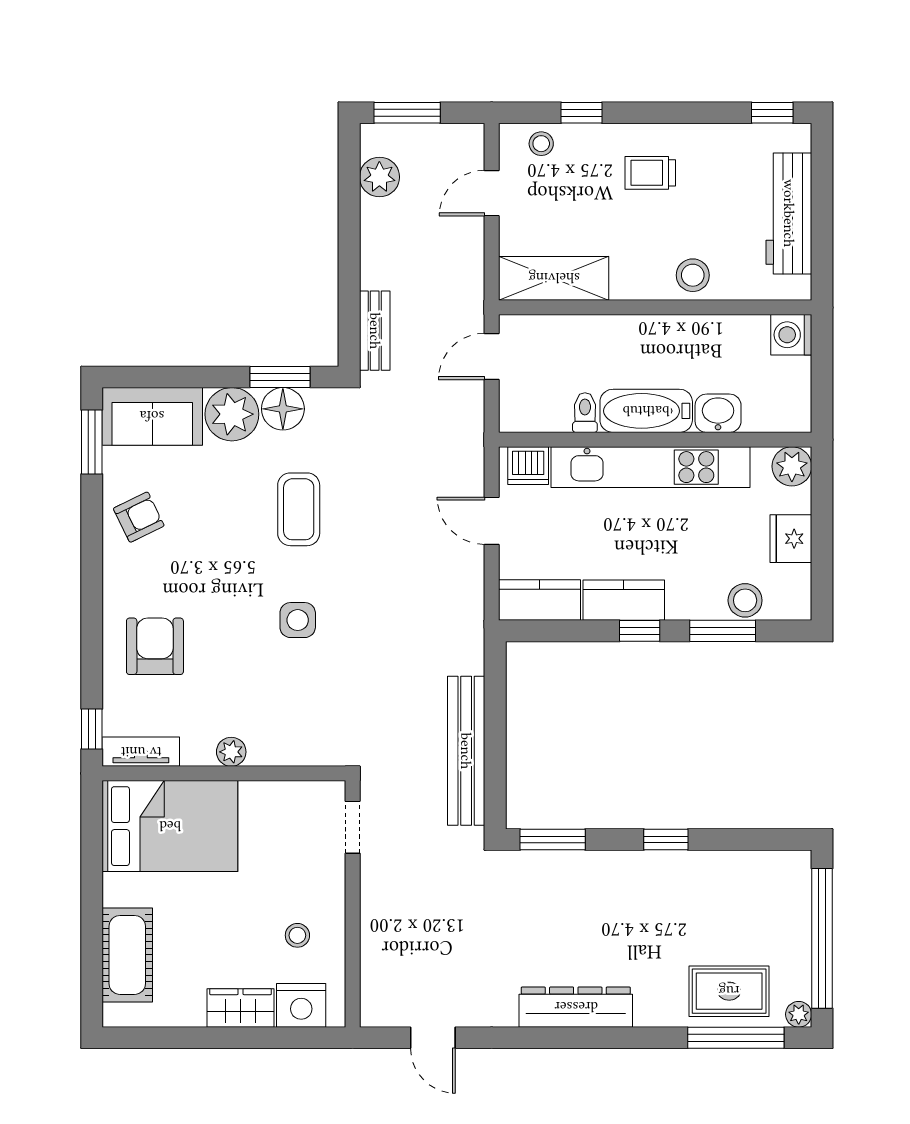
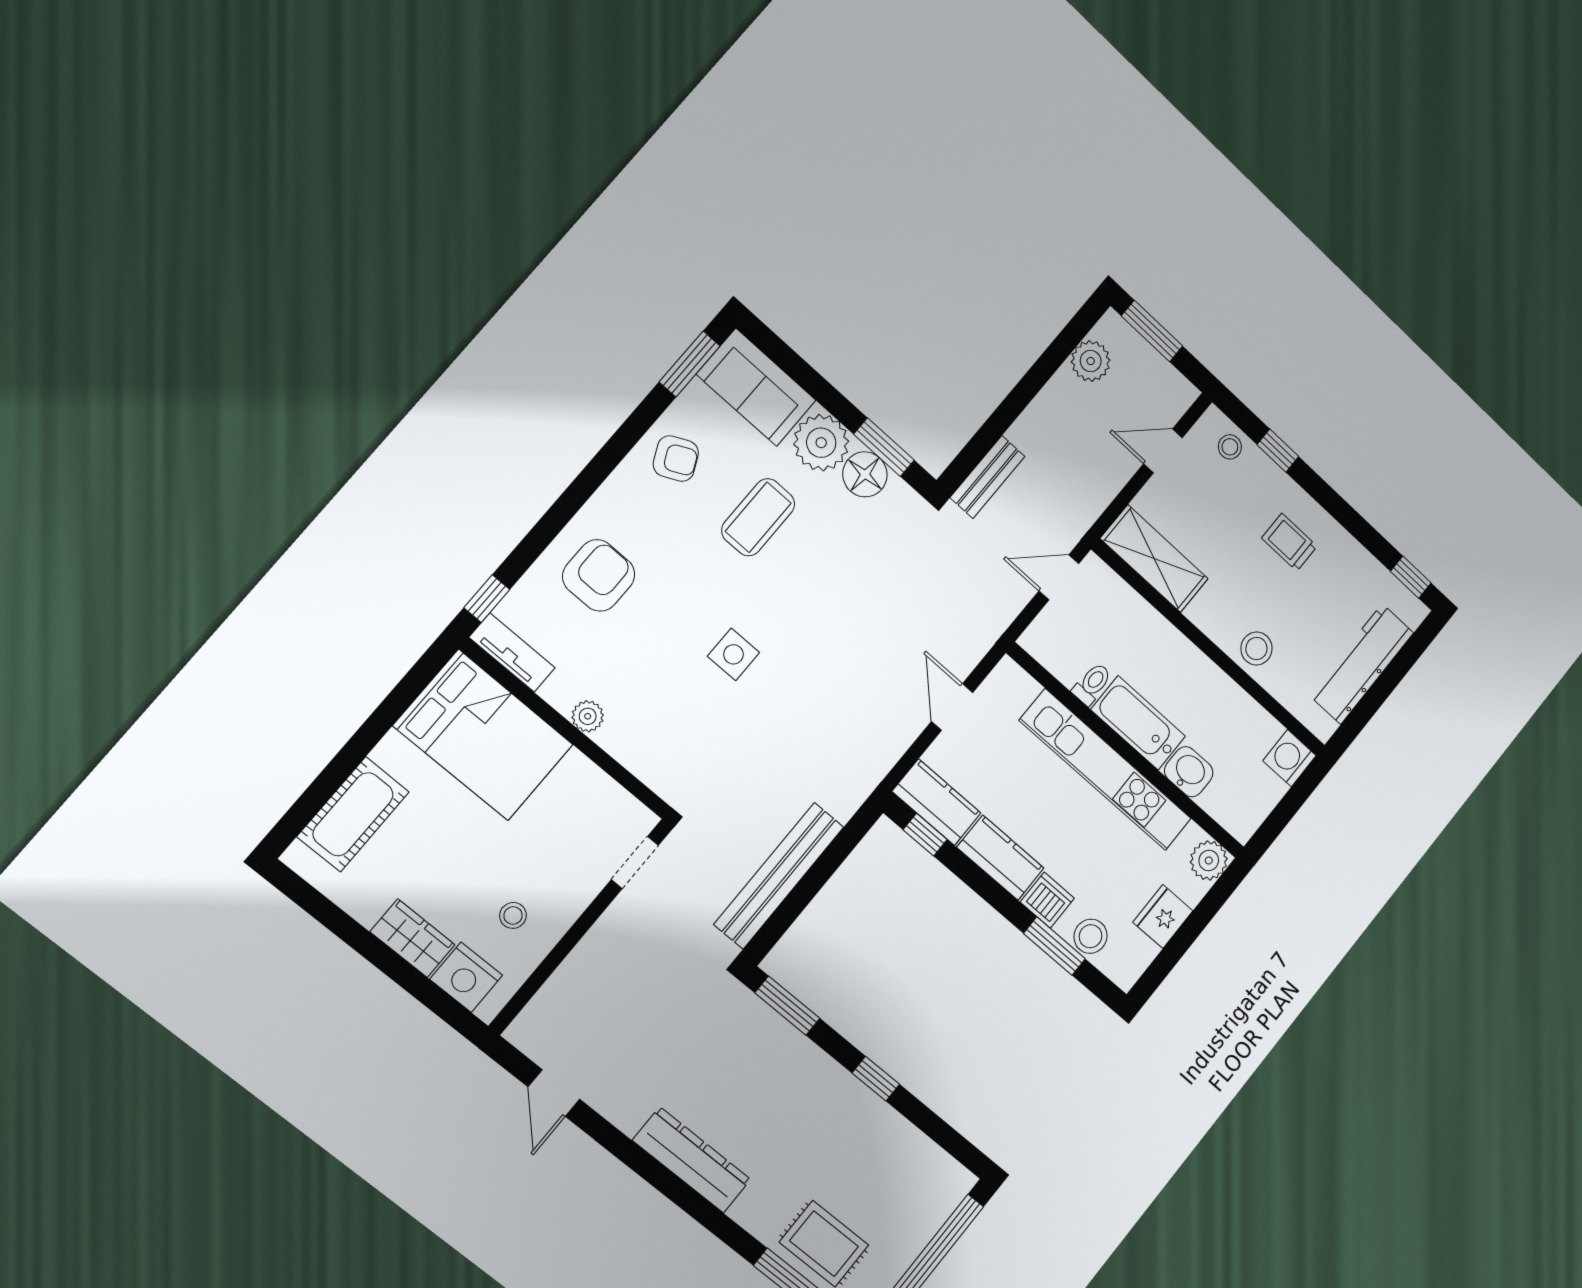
dishwasher: (528, 466) -> (1047, 900), moved, turned 180
coffee table: (299, 509) -> (758, 517), moved
window: (640, 631) -> (925, 835), moved

